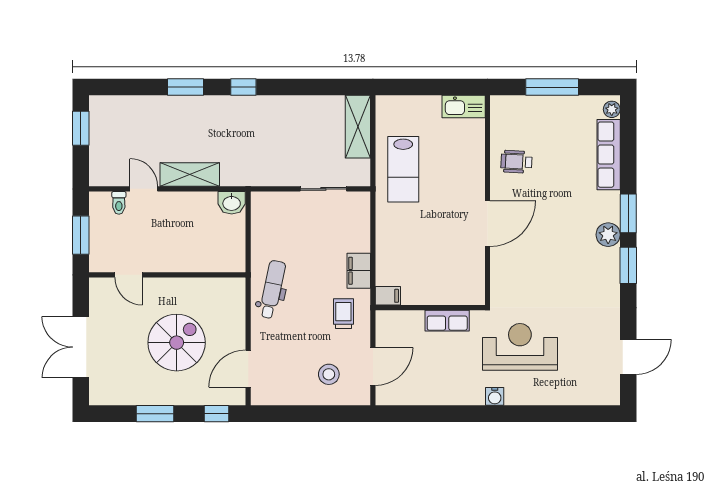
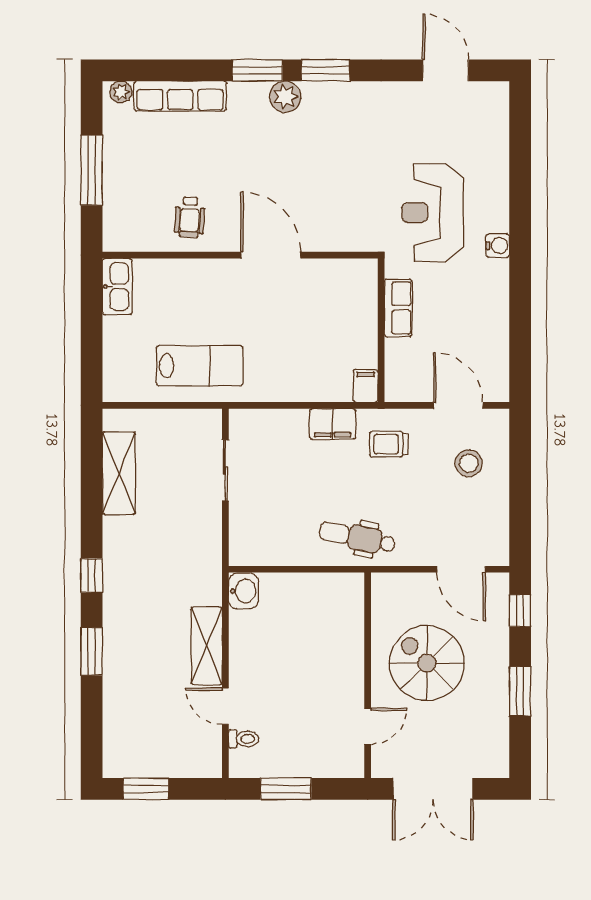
shelving: (358, 127) -> (119, 473), moved, turned 90
door: (144, 189) -> (225, 706), hinge flipped
door: (129, 275) -> (368, 726), moved
wall: (167, 275) -> (368, 675), moved

